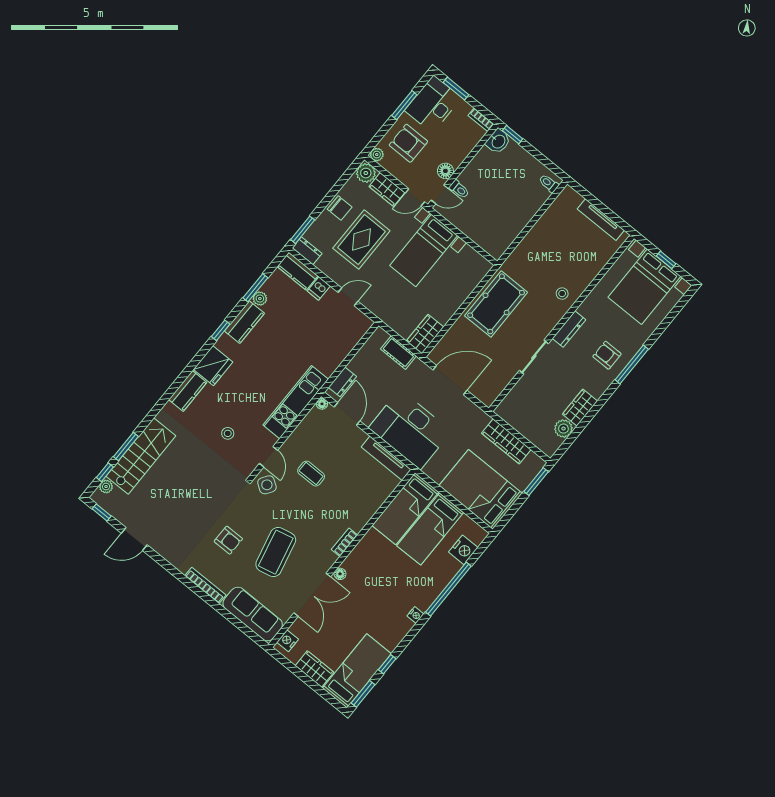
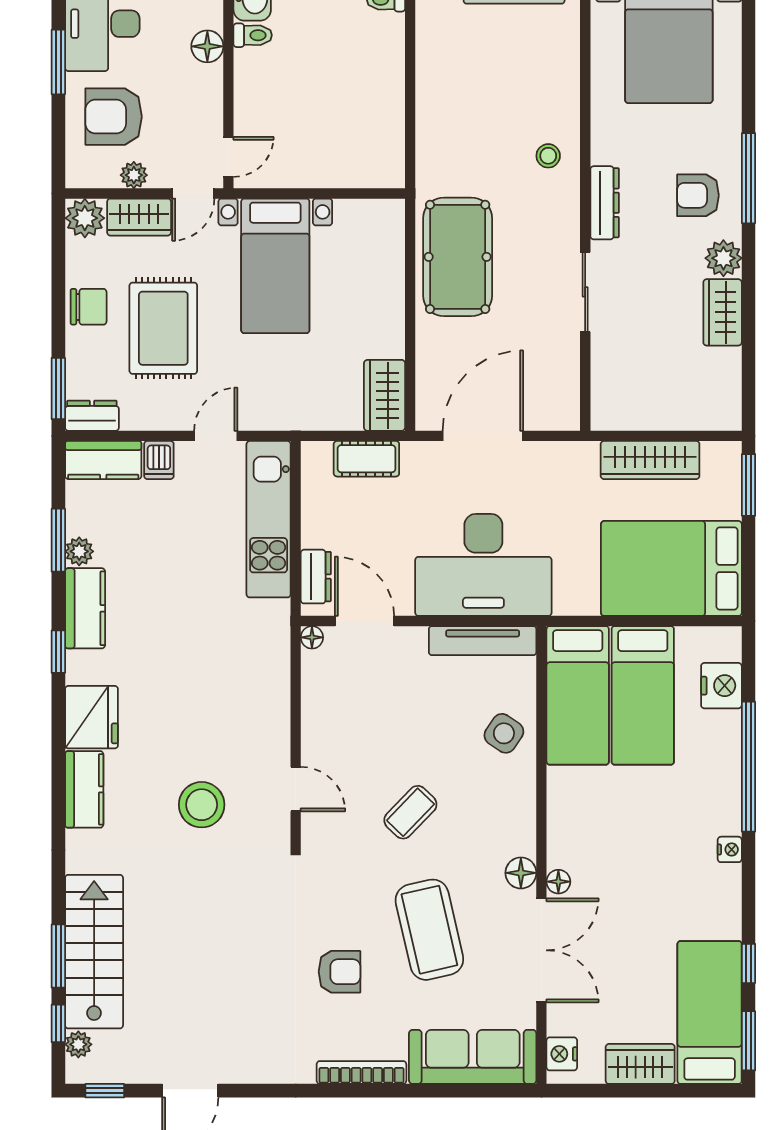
plant: (377, 155) -> (134, 175), moved
floor lamp: (445, 171) -> (207, 46), moved
toilet: (459, 189) -> (253, 35), moved
kitchen unit: (296, 402) -> (269, 519), moved
plant: (563, 429) -> (723, 258), moved
stool: (228, 433) -> (202, 805), width x1.89, depth x1.89
coffee table: (311, 474) -> (410, 812), moved, turned -46
side table: (267, 485) -> (504, 733), moved
bookcase: (344, 542) -> (525, 826), removed
floor lamp: (328, 559) -> (521, 873), added

